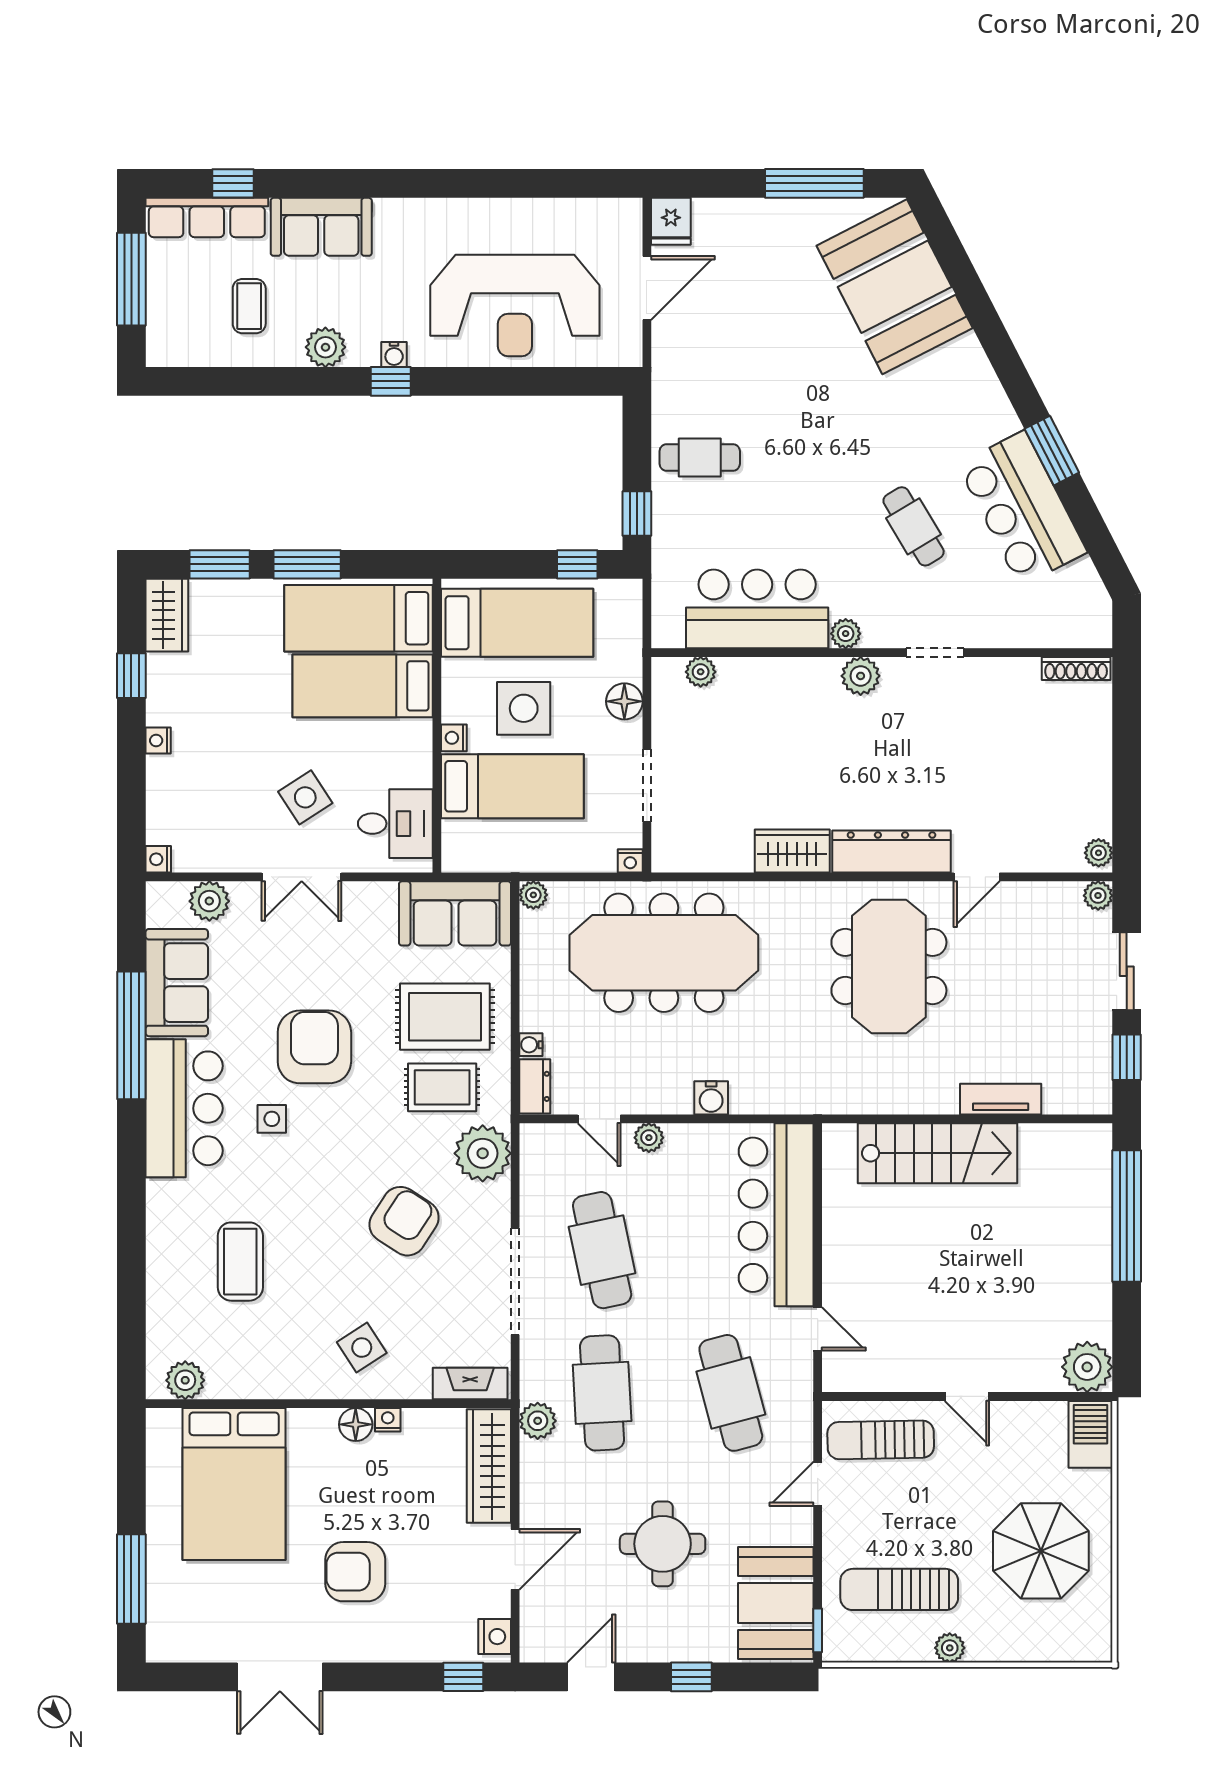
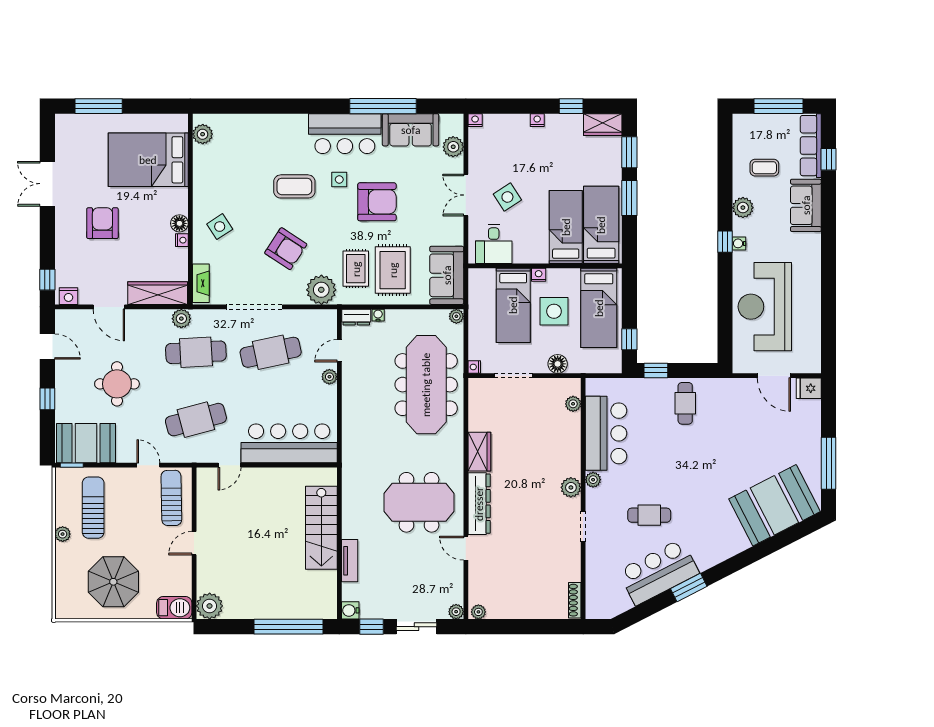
cafe table: (914, 526) -> (649, 515), turned 31
water cooler: (711, 1098) -> (350, 610), moved
coffee table: (240, 1262) -> (294, 186), moved

